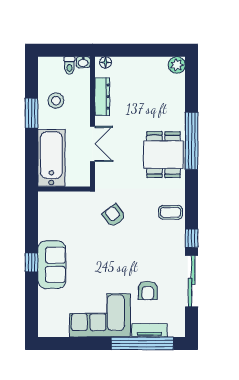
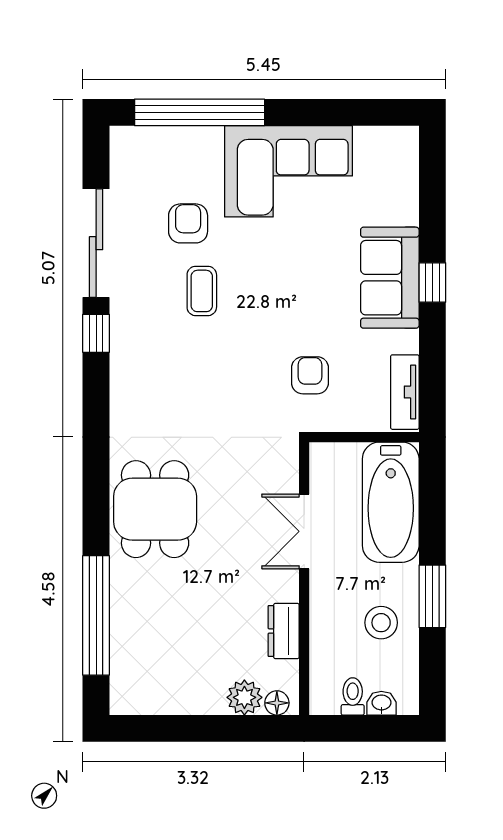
washbasin: (83, 62) -> (381, 703), moved
plant: (177, 65) -> (244, 697), moved
dresser: (102, 97) -> (284, 631), width x0.70
window: (192, 141) -> (96, 615), moved
coffee table: (171, 212) -> (202, 291), moved, turned 90
armchair: (114, 216) -> (310, 375), moved, turned -142
tv unit: (149, 330) -> (405, 392), moved, turned 90

